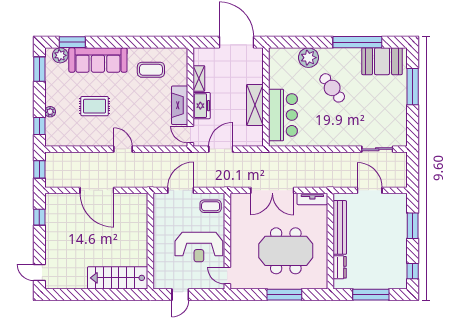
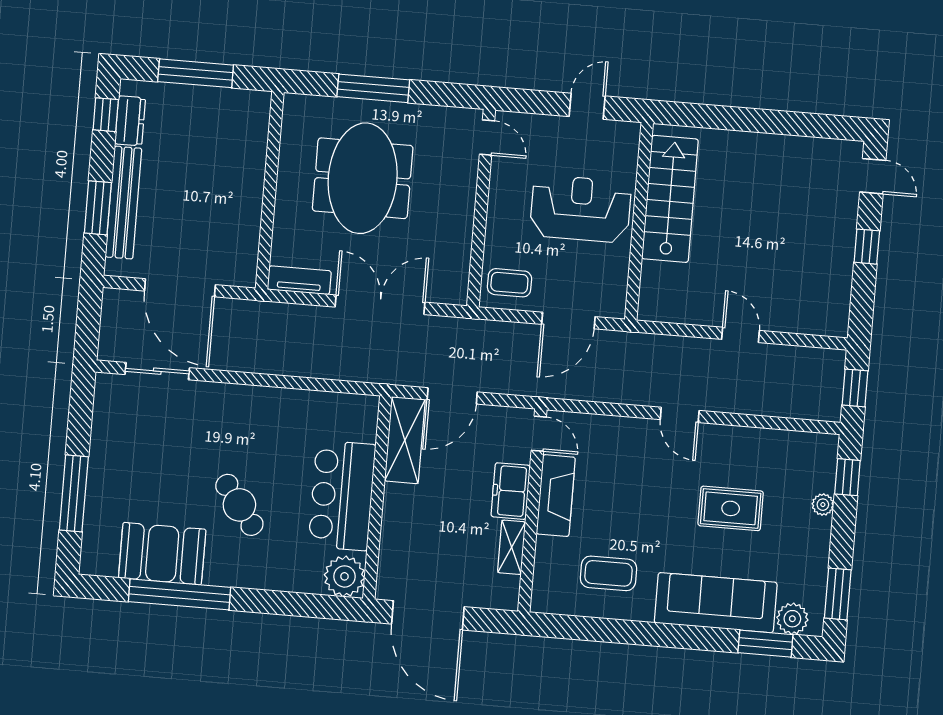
plant: (308, 58) -> (344, 576), moved
booth: (382, 61) -> (162, 554), moved
shelving: (255, 105) -> (405, 440), moved
bar counter: (283, 115) -> (342, 495), moved
door: (221, 149) -> (452, 396), moved
door: (97, 190) -> (740, 335), width x0.53
door: (370, 190) -> (180, 288), width x1.36
window: (39, 217) -> (867, 247), moved
bench: (340, 227) -> (124, 203), moved
reception desk: (199, 247) -> (581, 209), moved
meeting table: (286, 251) -> (363, 178), turned 90
dresser: (340, 267) -> (130, 121), moved, turned 180
stairs: (118, 278) -> (670, 199), moved, turned -90

